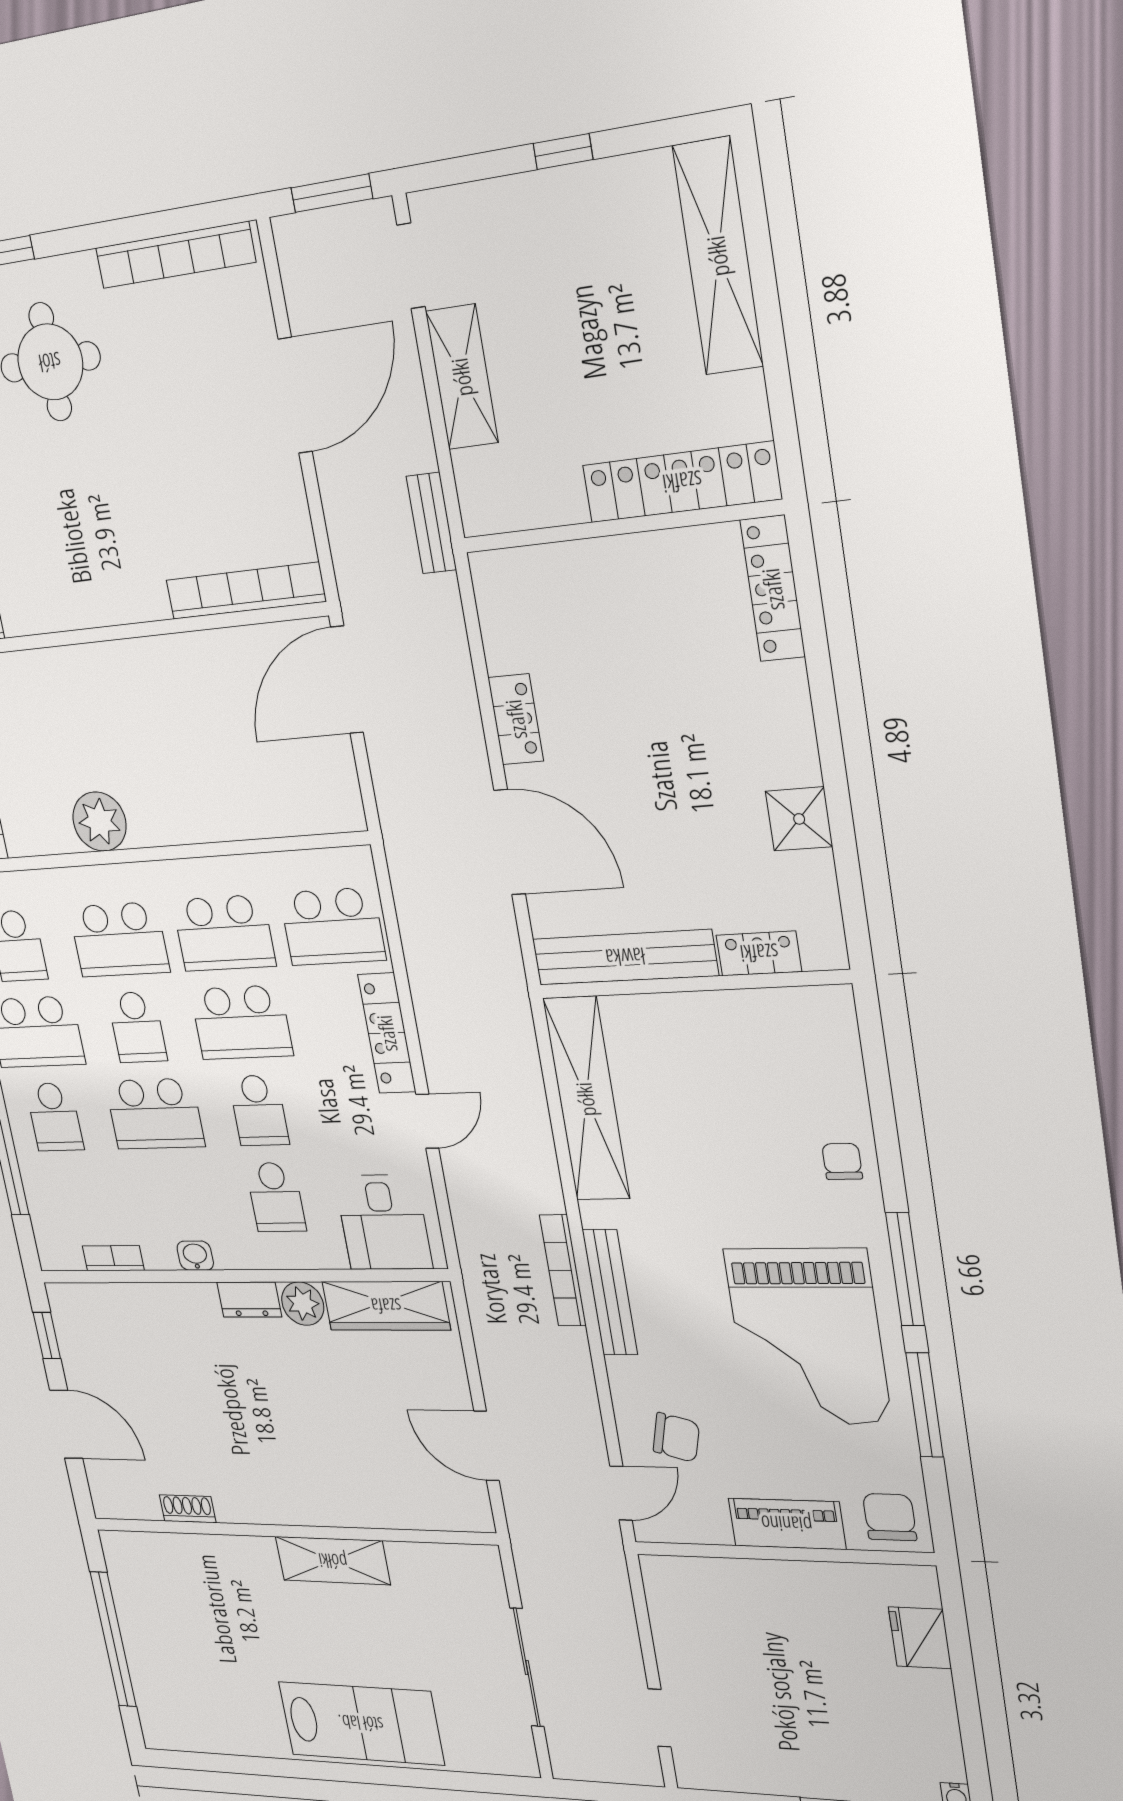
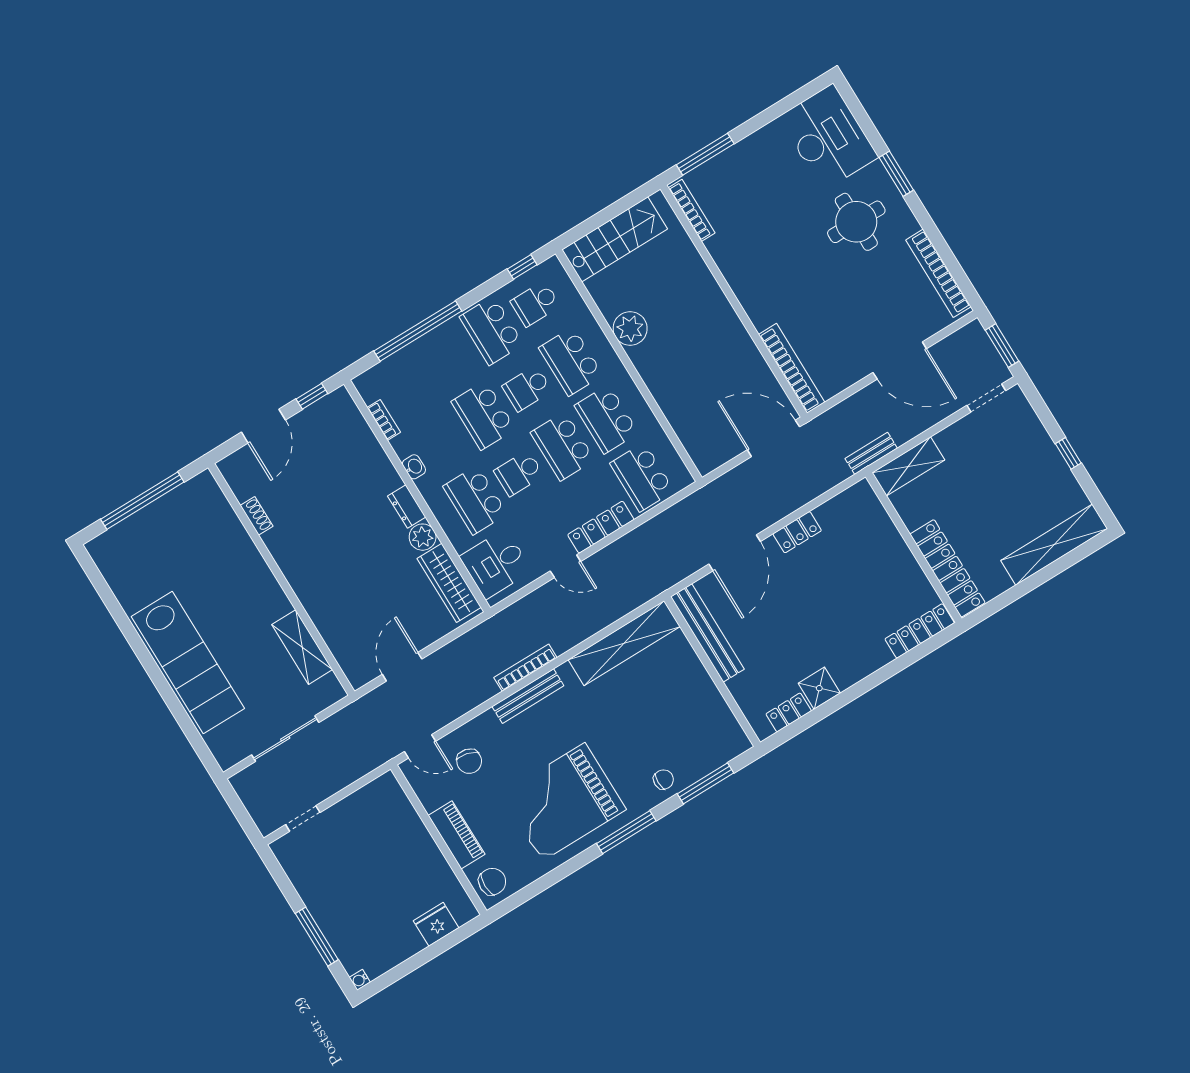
shelving: (462, 377) -> (908, 466), moved
locker: (759, 953) -> (789, 712), moved, turned -90
school desk: (54, 1117) -> (448, 358), removed
school desk: (276, 1197) -> (475, 500), width x1.85
window: (925, 1405) -> (705, 783), moved
shelving: (333, 1561) -> (302, 647), moved
lab bench: (361, 1723) -> (188, 662), width x1.36

